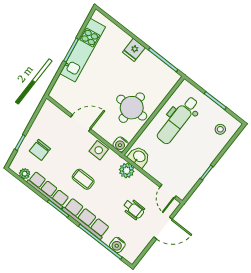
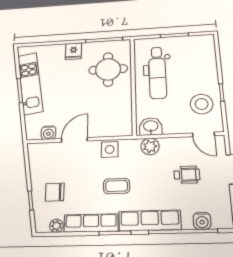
round table: (132, 108) -> (108, 69), moved
stool: (220, 129) -> (202, 104), moved, width x1.89, depth x1.89
water cooler: (121, 144) -> (48, 133), moved
chair: (40, 150) -> (55, 192), turned 90

